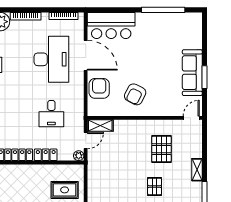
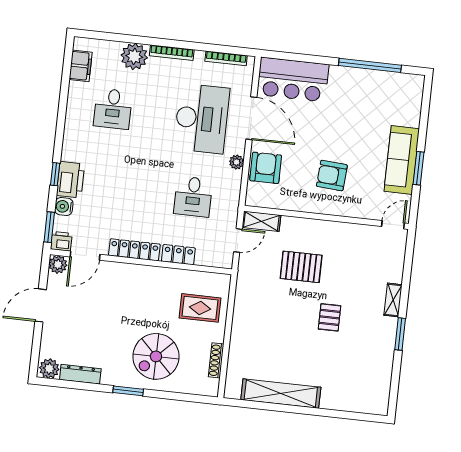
armchair: (135, 94) -> (332, 176), moved, turned 67
pallet: (161, 149) -> (301, 267), moved, turned 90
plant: (79, 156) -> (237, 162), moved

